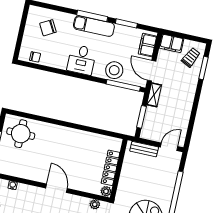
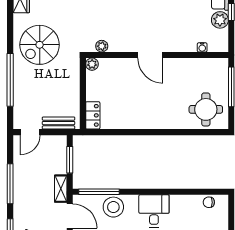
window: (195, 108) -> (10, 184), added
locker: (110, 168) -> (93, 115), moved, width x0.66

